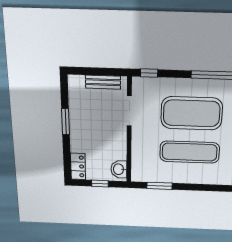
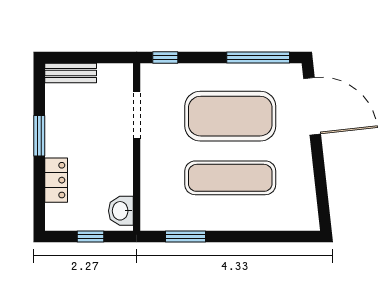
bench: (103, 82) -> (71, 73), moved
locker: (78, 166) -> (56, 180), moved

